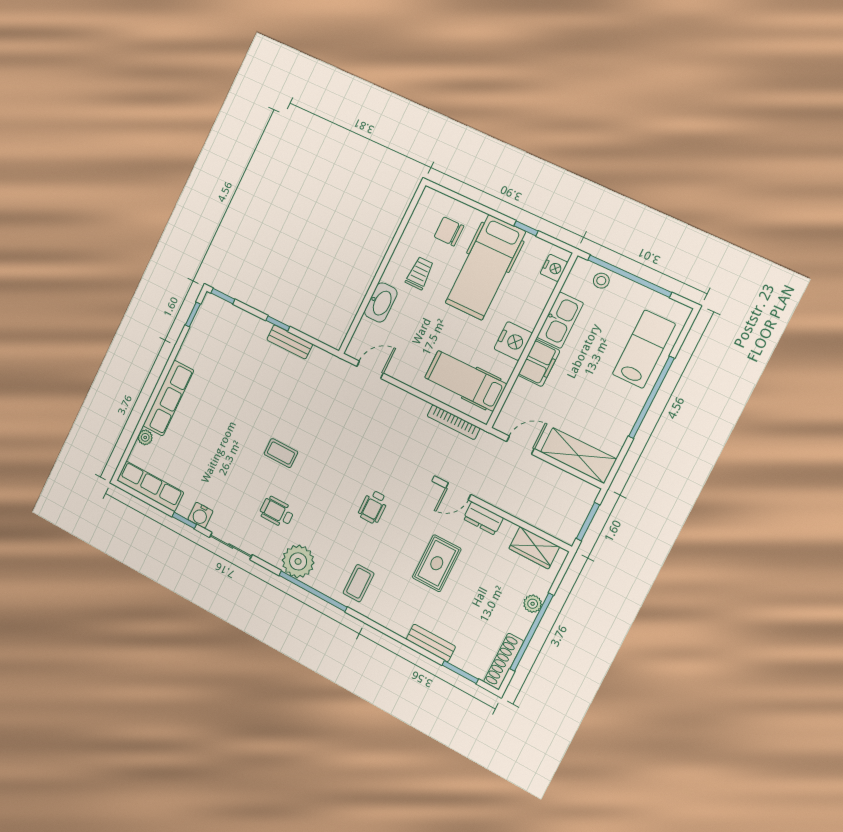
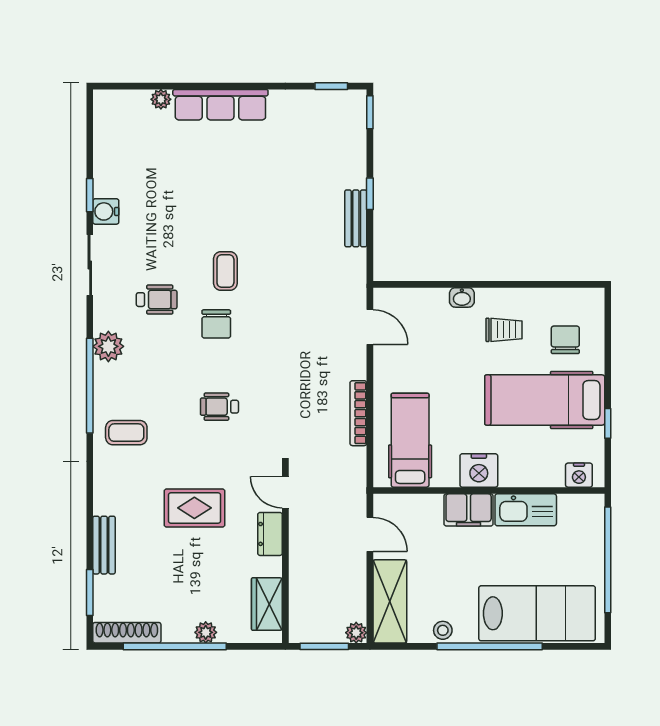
stool: (601, 281) -> (443, 630), moved
washbasin: (381, 302) -> (462, 297), width x0.52, depth x0.69
lab bench: (644, 349) -> (537, 613), width x1.36, depth x1.39
bookcase: (454, 422) -> (358, 413), moved
chair: (314, 479) -> (216, 324), added
row of seats: (150, 486) -> (107, 134), removed
plant: (590, 493) -> (356, 633), added
wheelchair: (277, 512) -> (157, 300), turned 90
plant: (298, 561) -> (108, 346), width x0.73, depth x0.73

